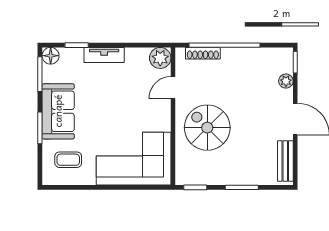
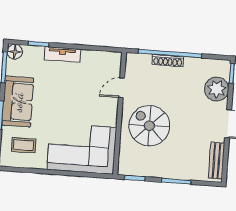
shoe rack: (203, 53) -> (168, 61), moved
plant: (160, 58) -> (112, 61), removed
plant: (286, 81) -> (217, 89), width x1.87, depth x1.87

